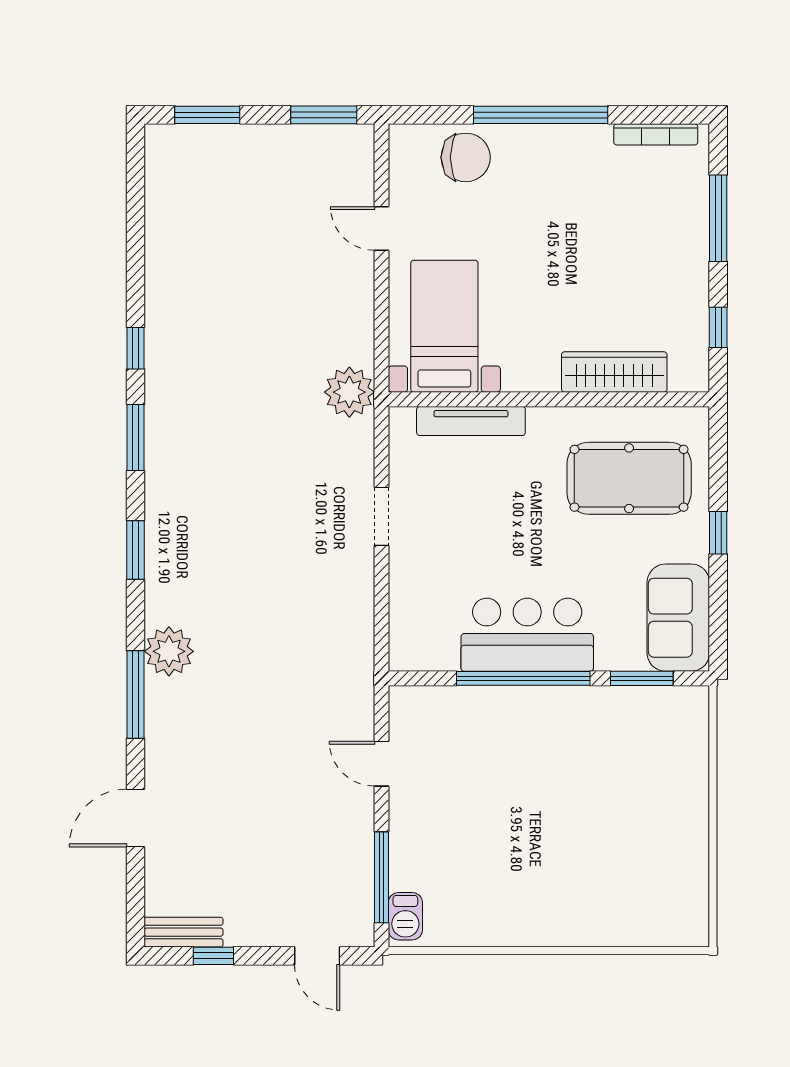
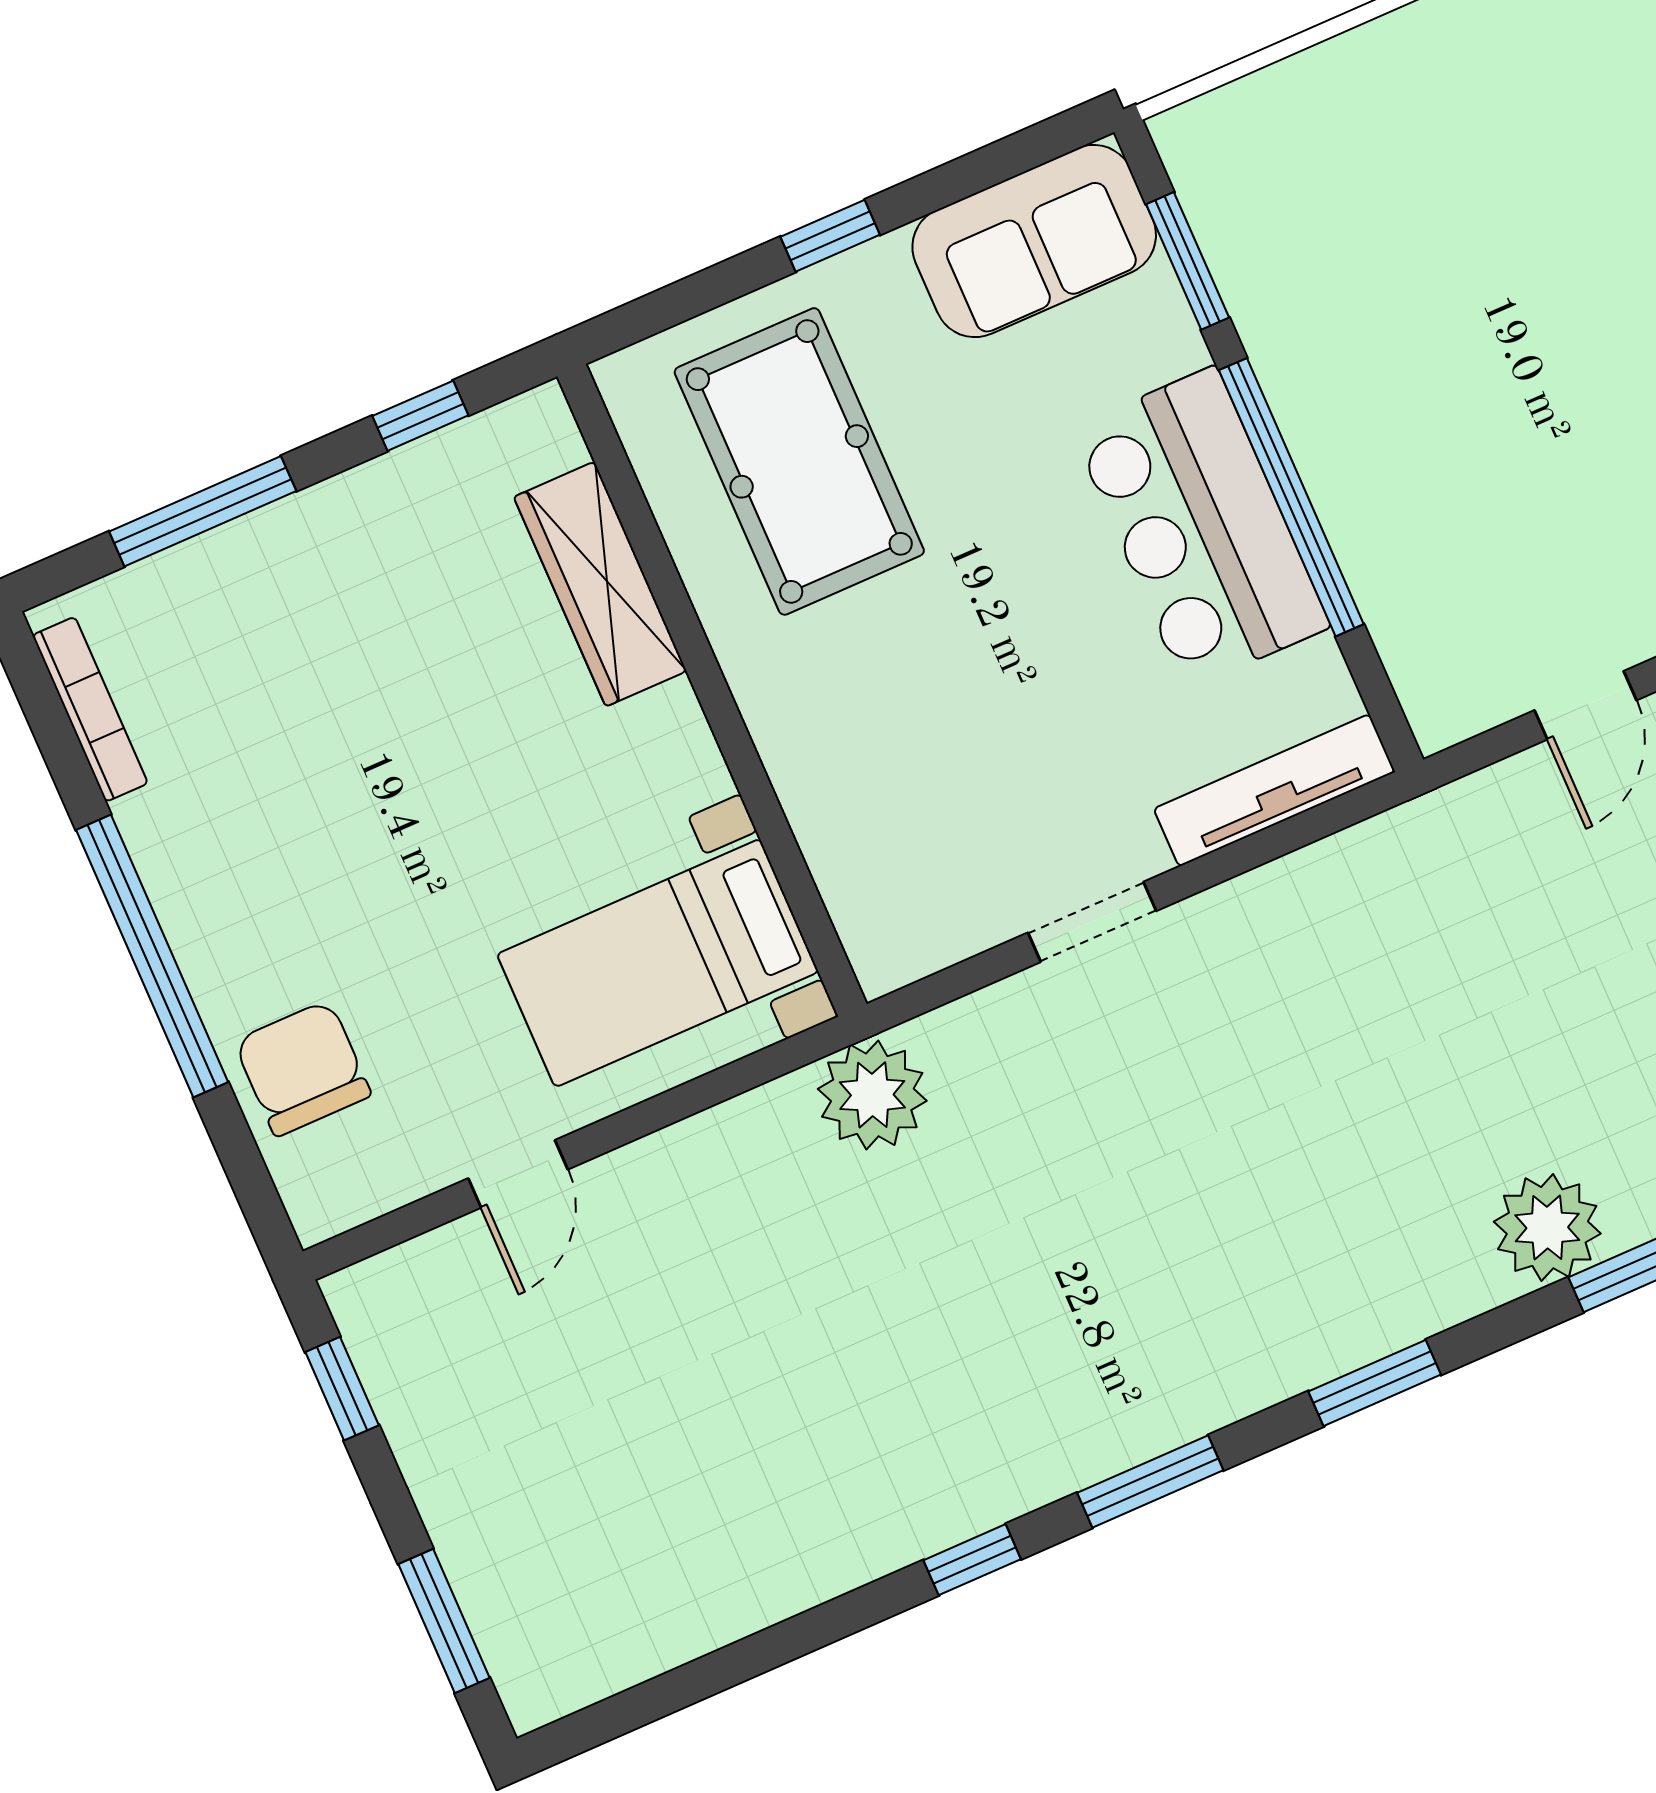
window: (324, 115) -> (342, 1389), width x0.67
tv unit: (471, 421) -> (1274, 790), moved, turned -90

